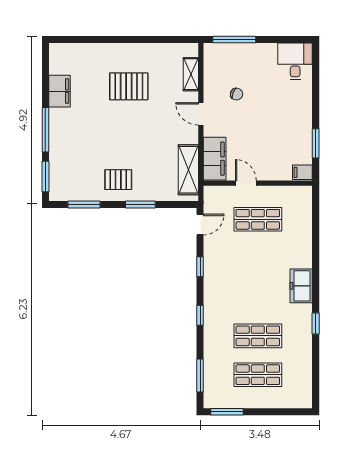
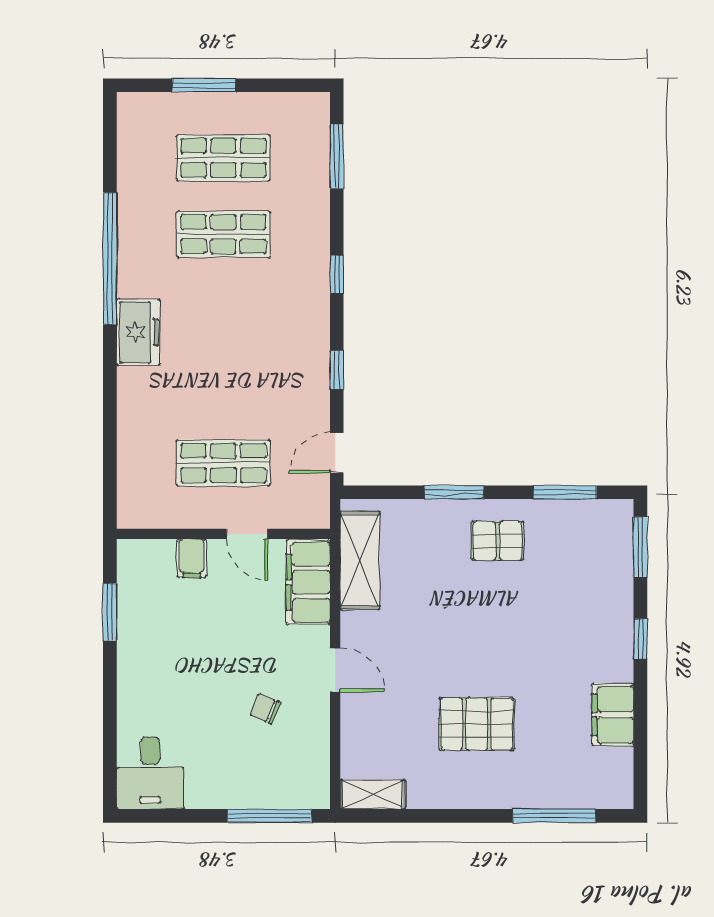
window: (89, 40) -> (554, 816), added
shelving: (191, 74) -> (373, 795), moved, turned 90
window: (45, 130) -> (640, 639), width x0.46
filing cabinet: (302, 172) -> (192, 558), moved, turned 90
window: (316, 324) -> (110, 258), width x3.17
window: (227, 412) -> (204, 85), moved

